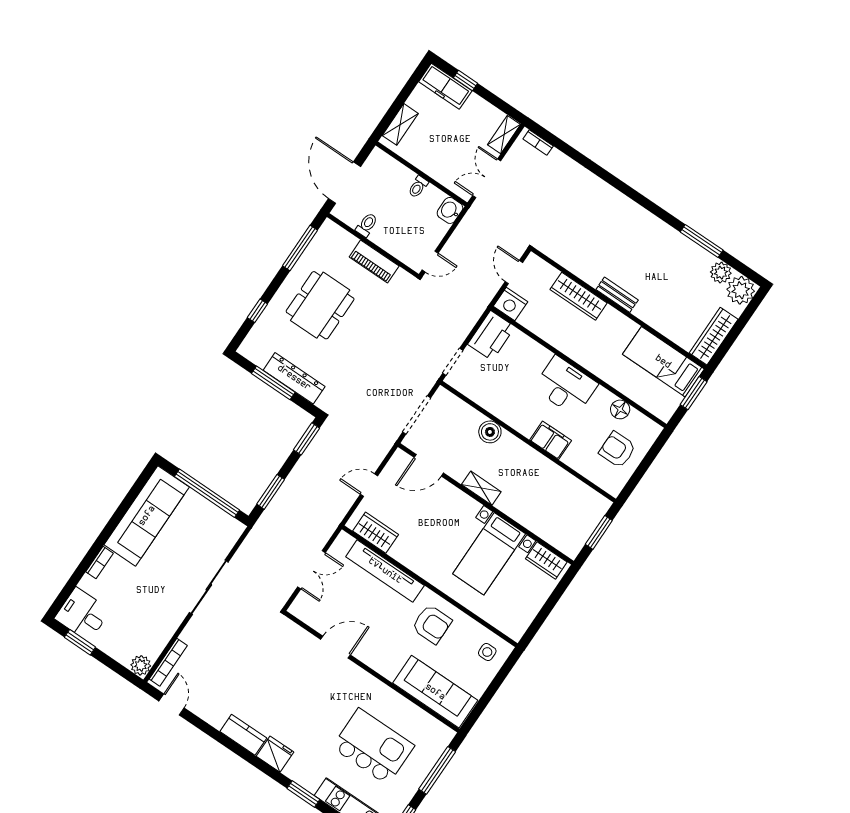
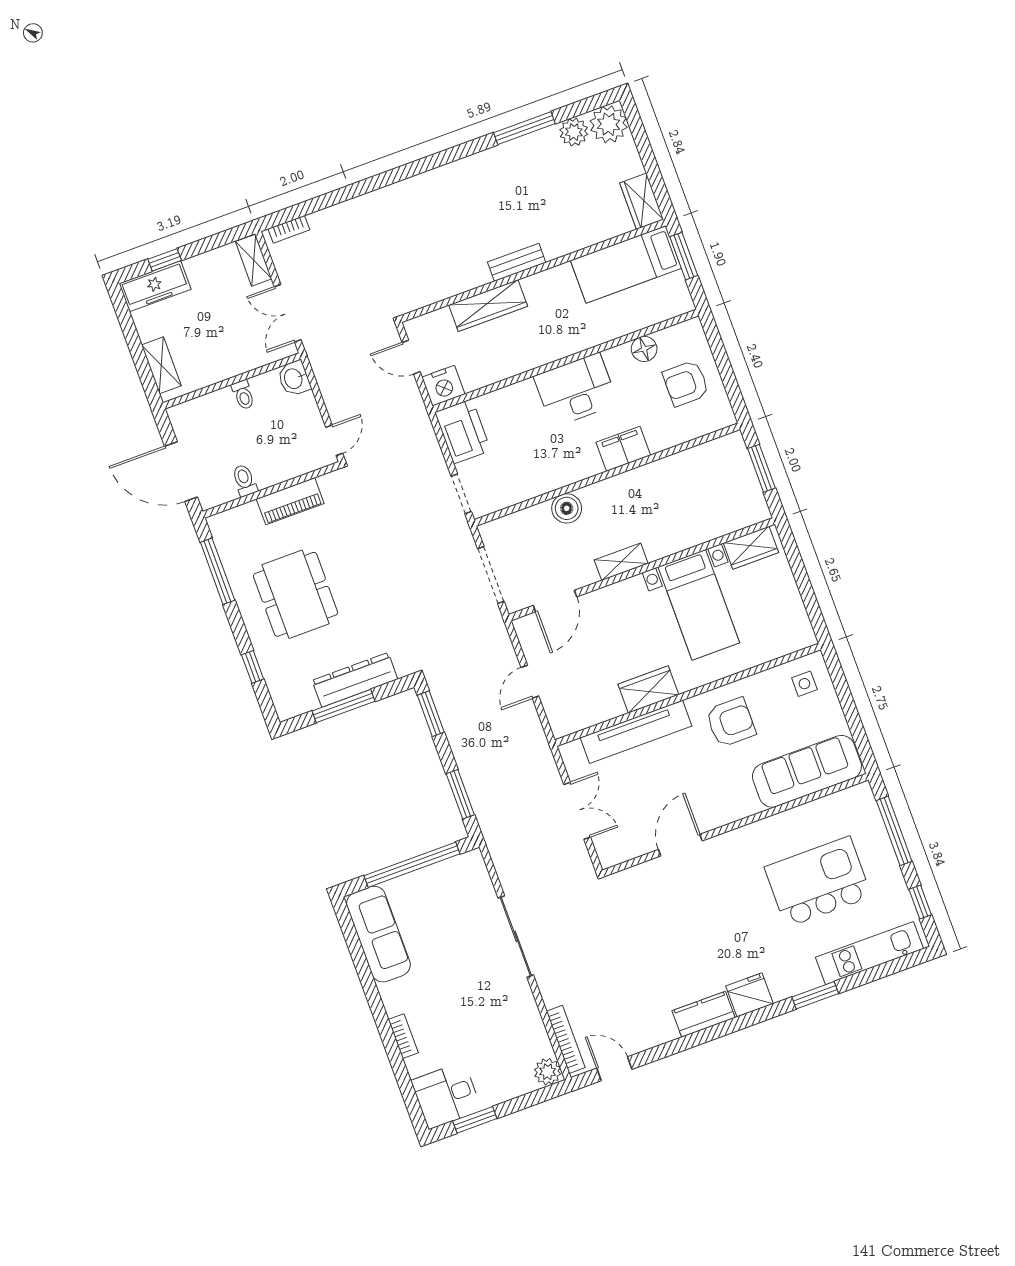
wardrobe: (714, 336) -> (642, 201), width x0.67
sofa: (147, 516) -> (378, 934), width x0.74, depth x0.79
wardrobe: (376, 533) -> (648, 689), moved

